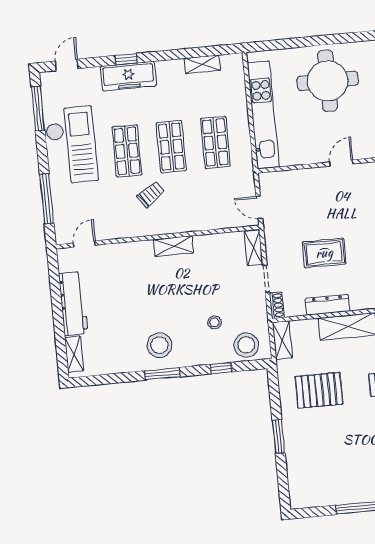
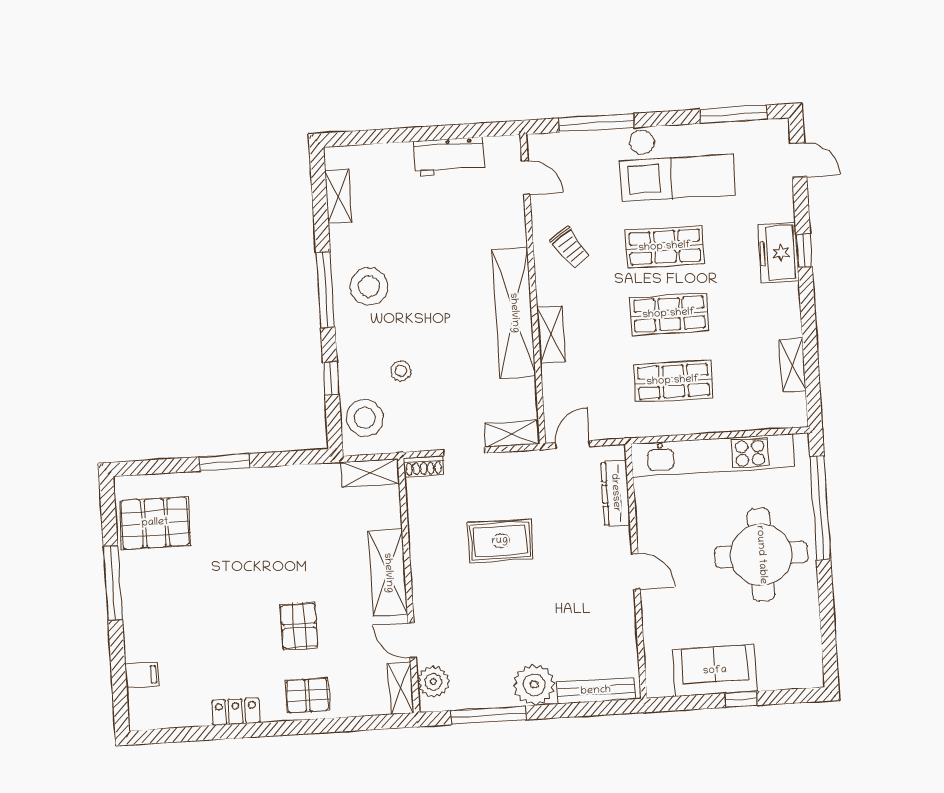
window: (296, 43) -> (820, 508), added
freezer: (128, 76) -> (778, 253), width x0.71
trolley: (151, 194) -> (570, 247), moved
shelving: (187, 224) -> (551, 335), added
shelving: (174, 246) -> (514, 313), width x2.20, depth x1.33
rug: (324, 253) -> (500, 541), turned 90
workbench: (73, 304) -> (449, 157), width x0.73
dresser: (327, 305) -> (615, 493), moved, turned 180
shelving: (74, 354) -> (338, 197), moved, turned 90
window: (163, 374) -> (325, 290), width x1.44
pallet: (319, 390) -> (155, 523), moved, turned 90

